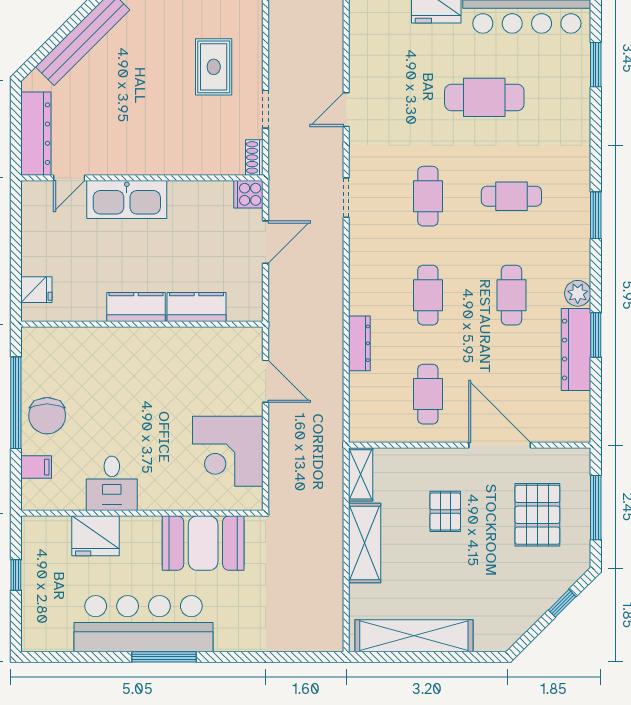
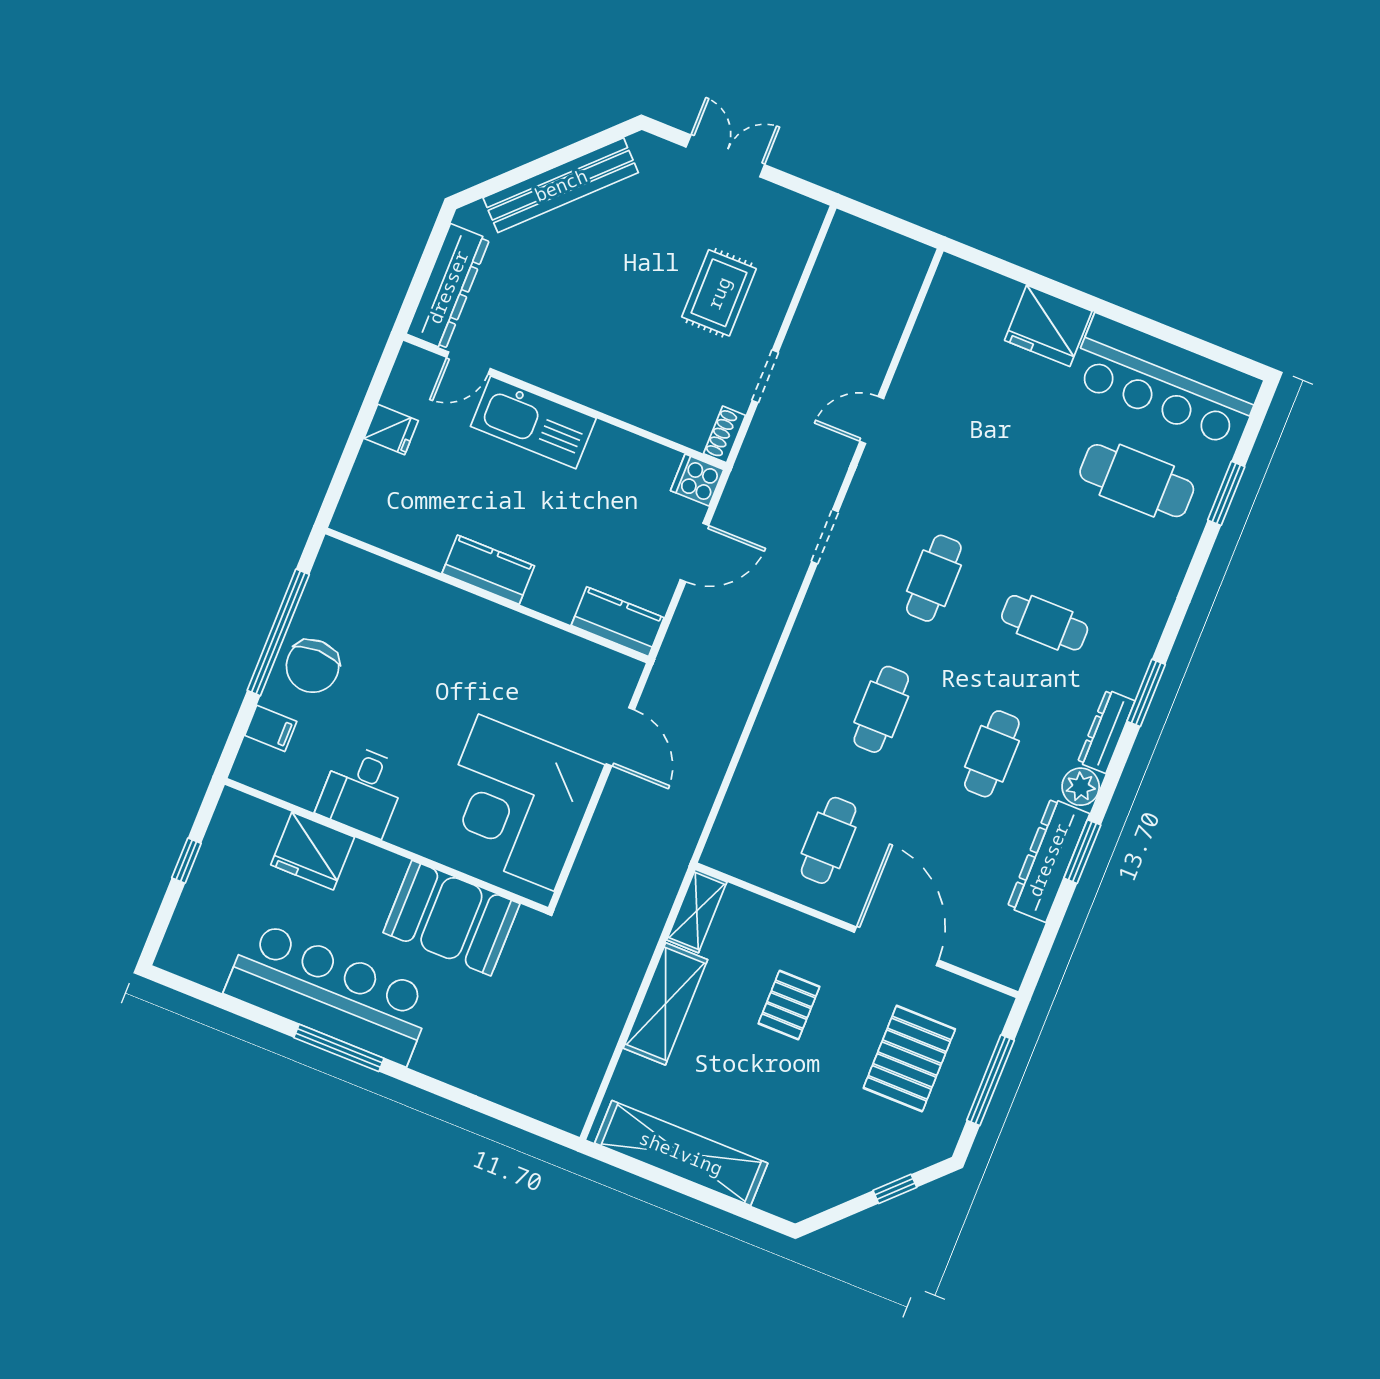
cafe table: (484, 97) -> (1137, 481), moved
fridge: (36, 290) -> (391, 430), moved
kitchen counter: (196, 307) -> (618, 622), moved
dresser: (359, 343) -> (1106, 732), moved, turned 180
corner desk: (228, 451) -> (516, 803), width x1.36, depth x1.36

